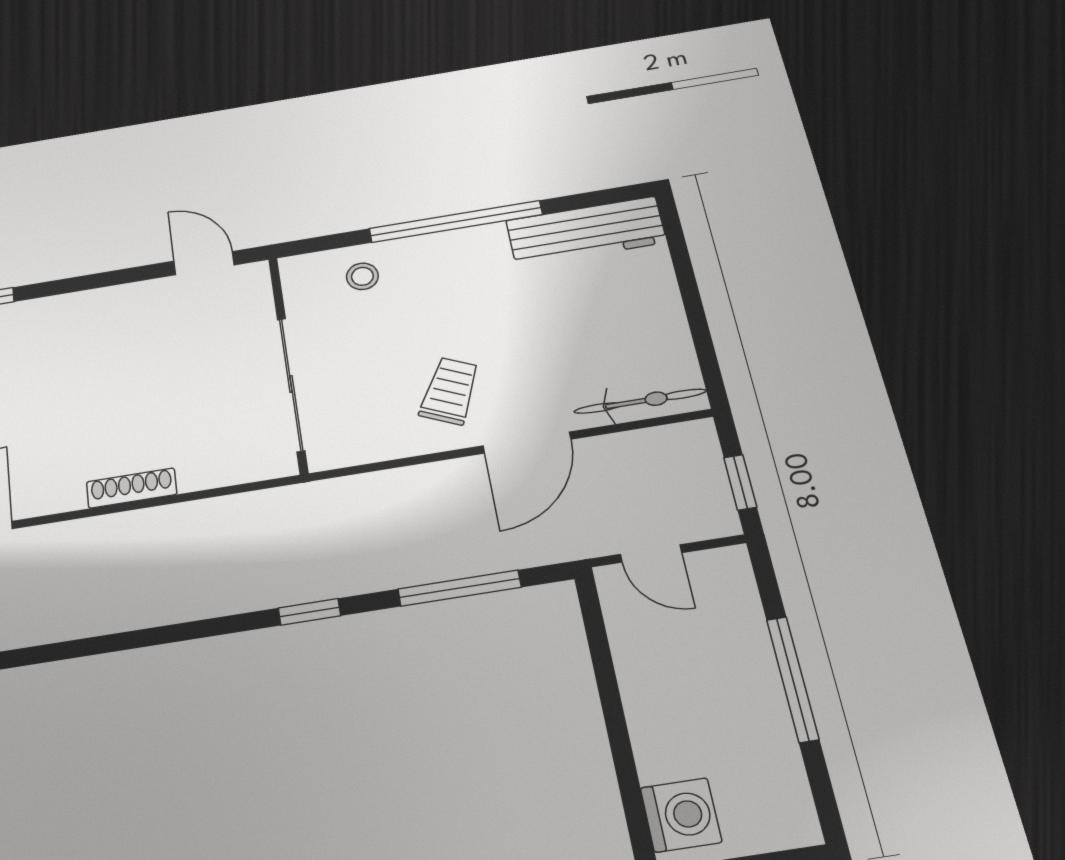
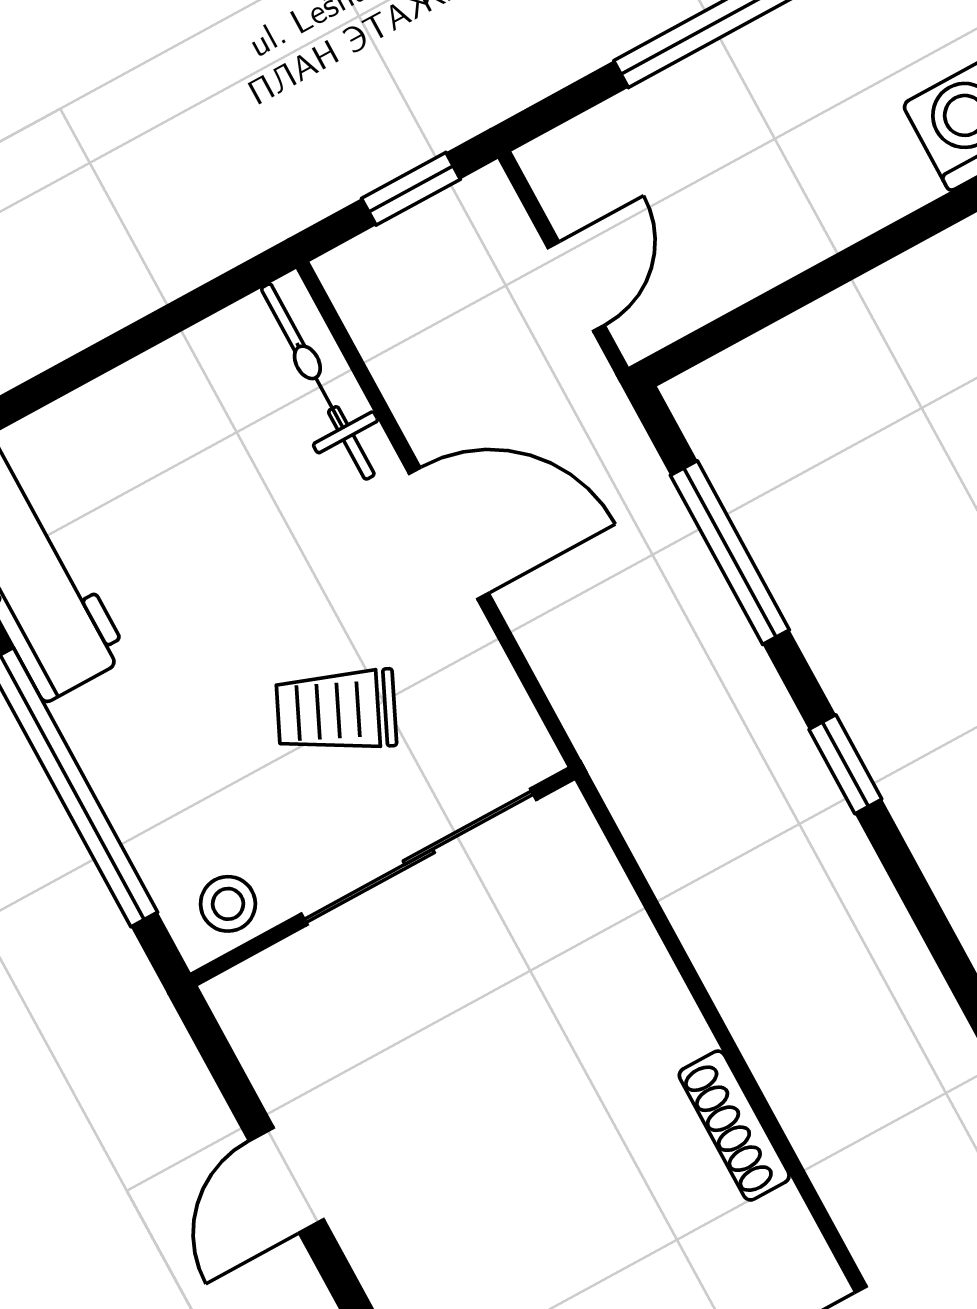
wall: (288, 363) -> (383, 876), moved
sliding door: (291, 384) -> (419, 857), moved
trolley: (450, 391) -> (336, 711), moved

